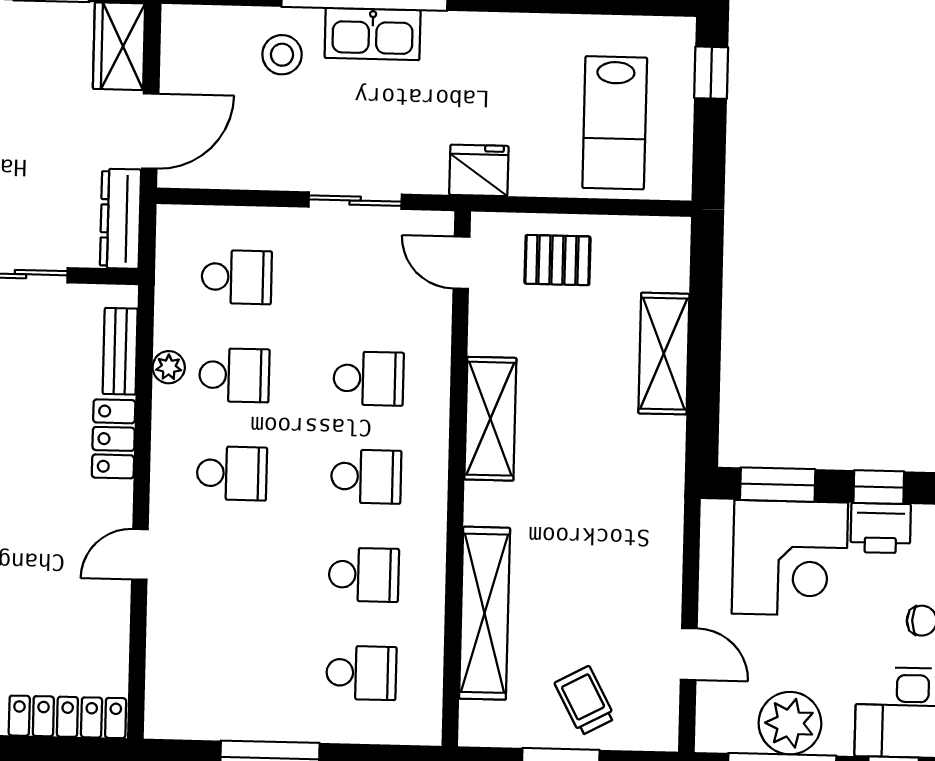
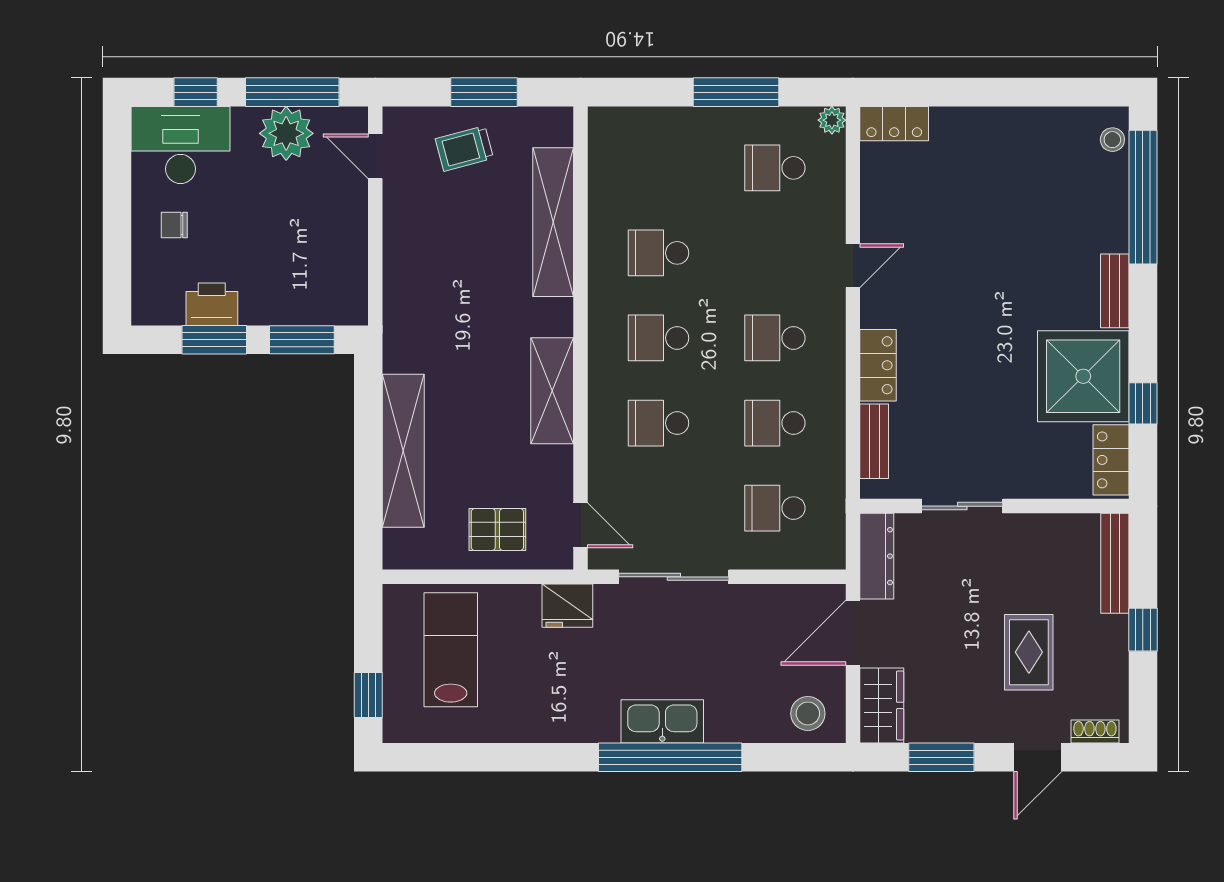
stool: (282, 55) -> (808, 713), moved
sliding door: (355, 201) -> (674, 577), width x1.37
shelving: (664, 354) -> (403, 451), width x1.47
plant: (169, 367) -> (832, 120), moved
window: (879, 487) -> (214, 340), width x1.50
corner desk: (790, 558) -> (290, 276), removed
door: (689, 654) -> (375, 156), moved
school desk: (361, 673) -> (775, 168), moved
trolley: (585, 701) -> (464, 148), turned 103
locker: (67, 717) -> (894, 124), width x0.66

